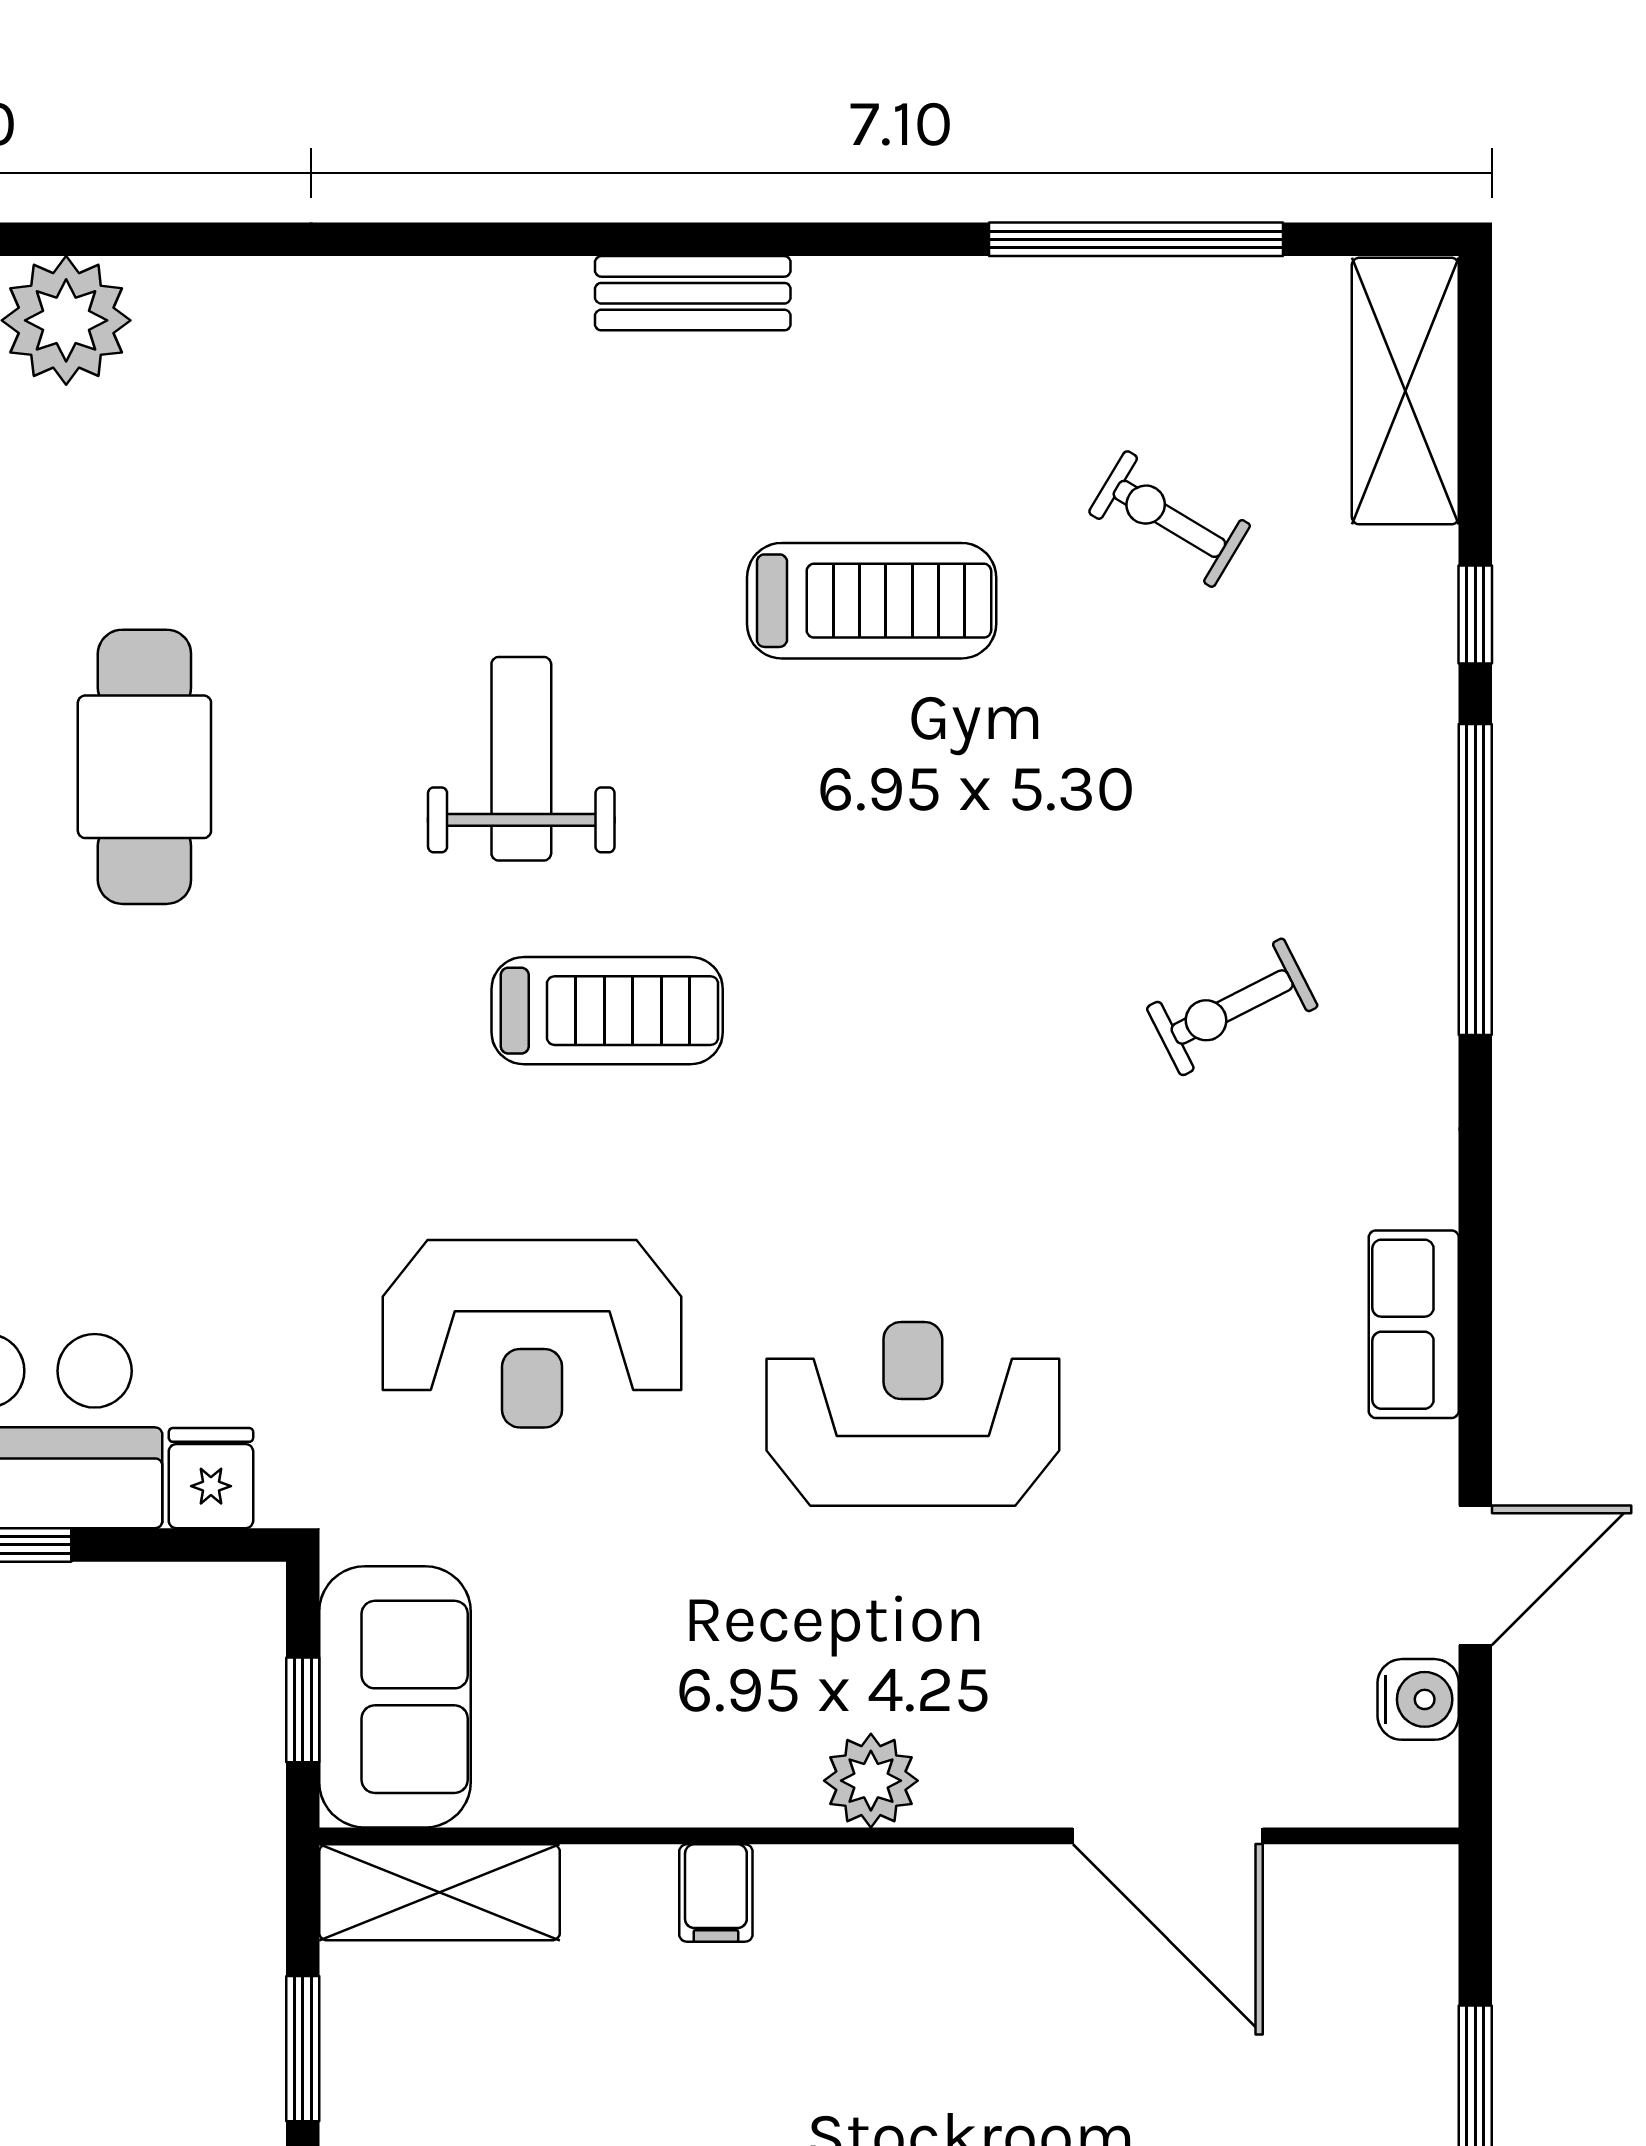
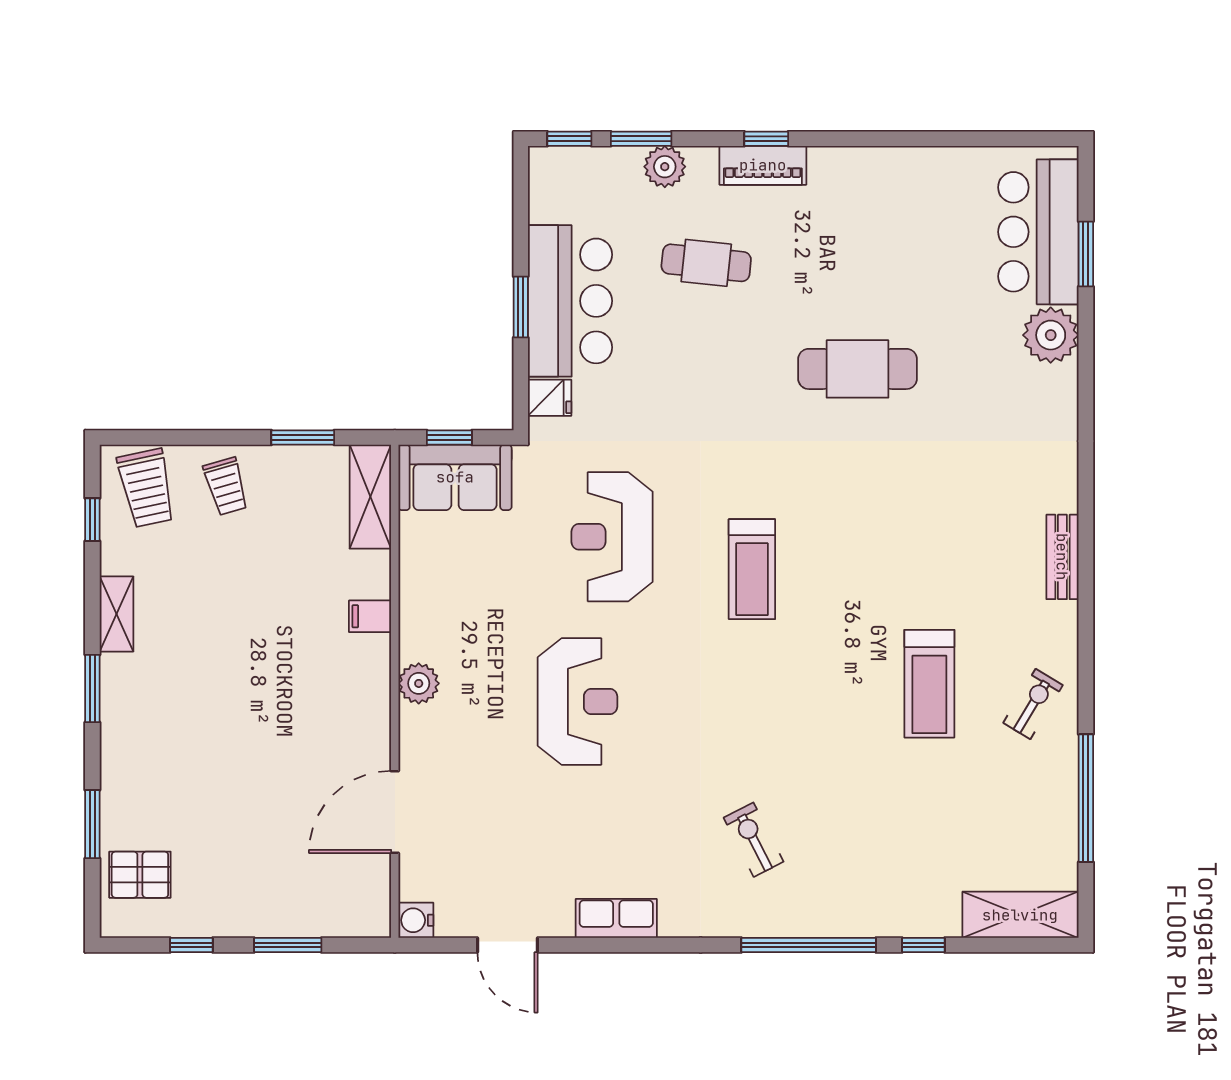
bench: (693, 293) -> (1062, 557), moved
exercise bike: (1169, 519) -> (1033, 704), moved
weight bench: (521, 759) -> (861, 532), removed
water cooler: (1418, 1699) -> (416, 920), moved, turned 90

